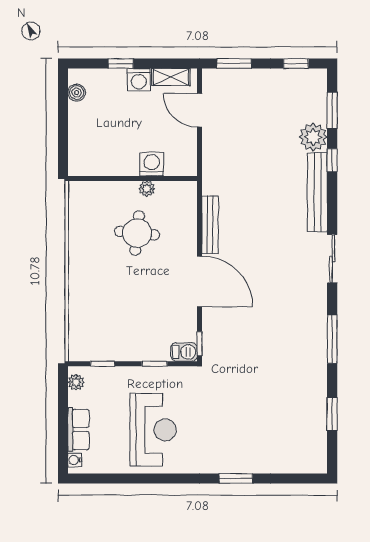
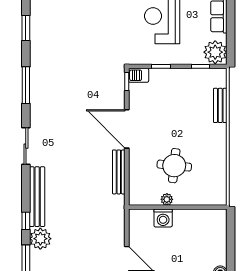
bench: (77, 312) -> (220, 105), added
plant: (76, 382) -> (215, 52), width x1.88, depth x1.88

